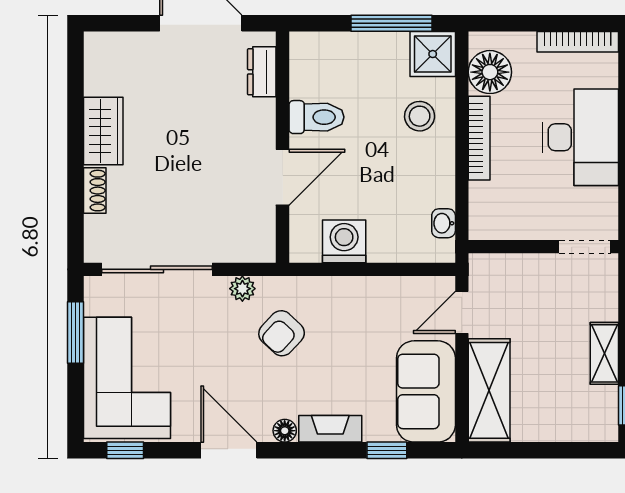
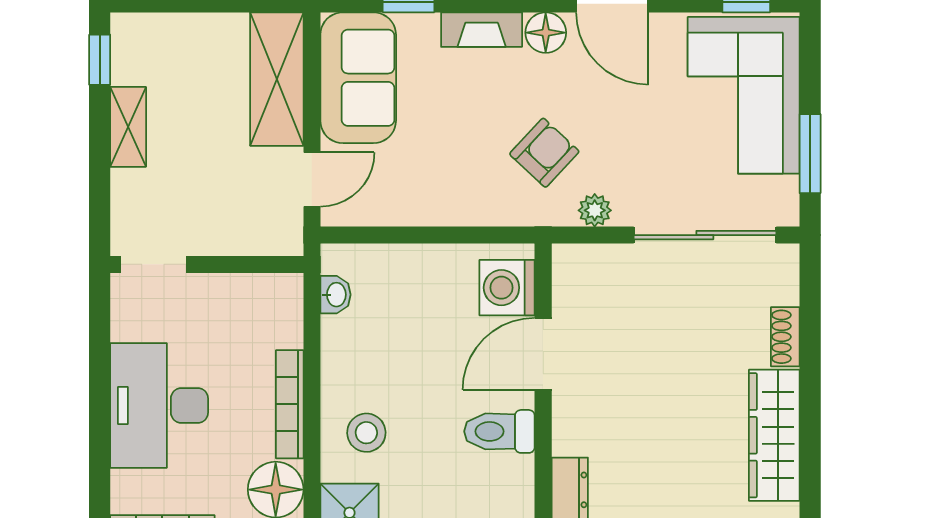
wardrobe: (103, 131) -> (774, 435), width x1.50
washing machine: (344, 241) -> (507, 288), moved, turned 90
floor lamp: (285, 431) -> (546, 33), width x1.37, depth x1.37

